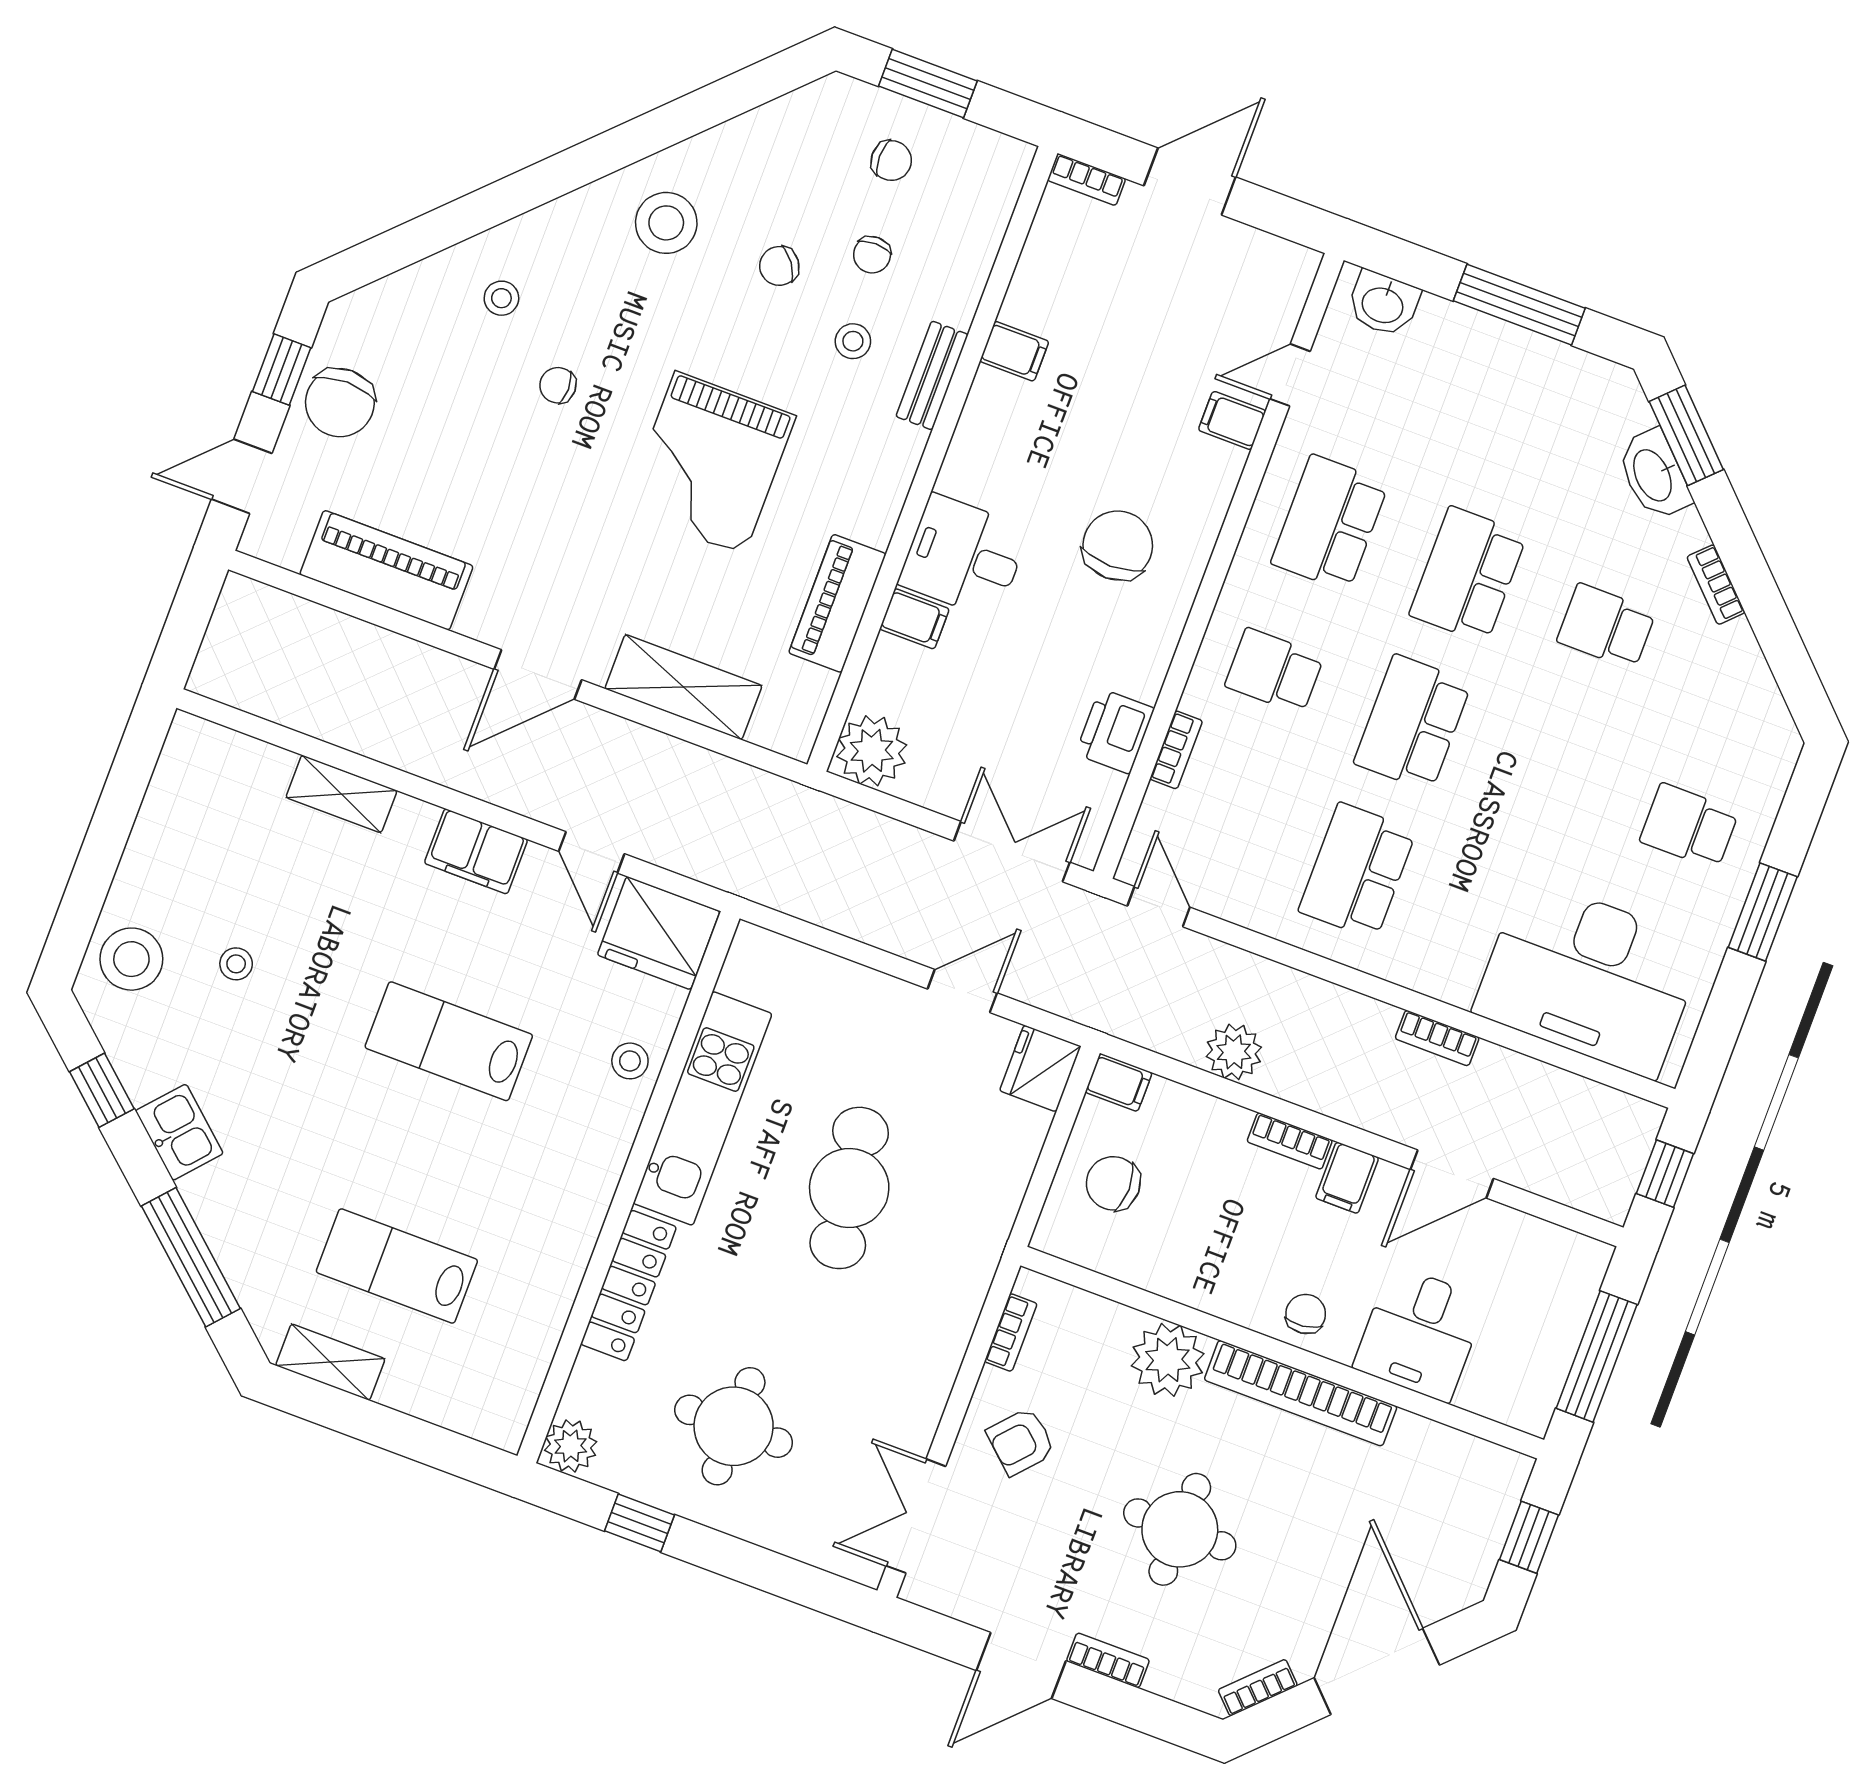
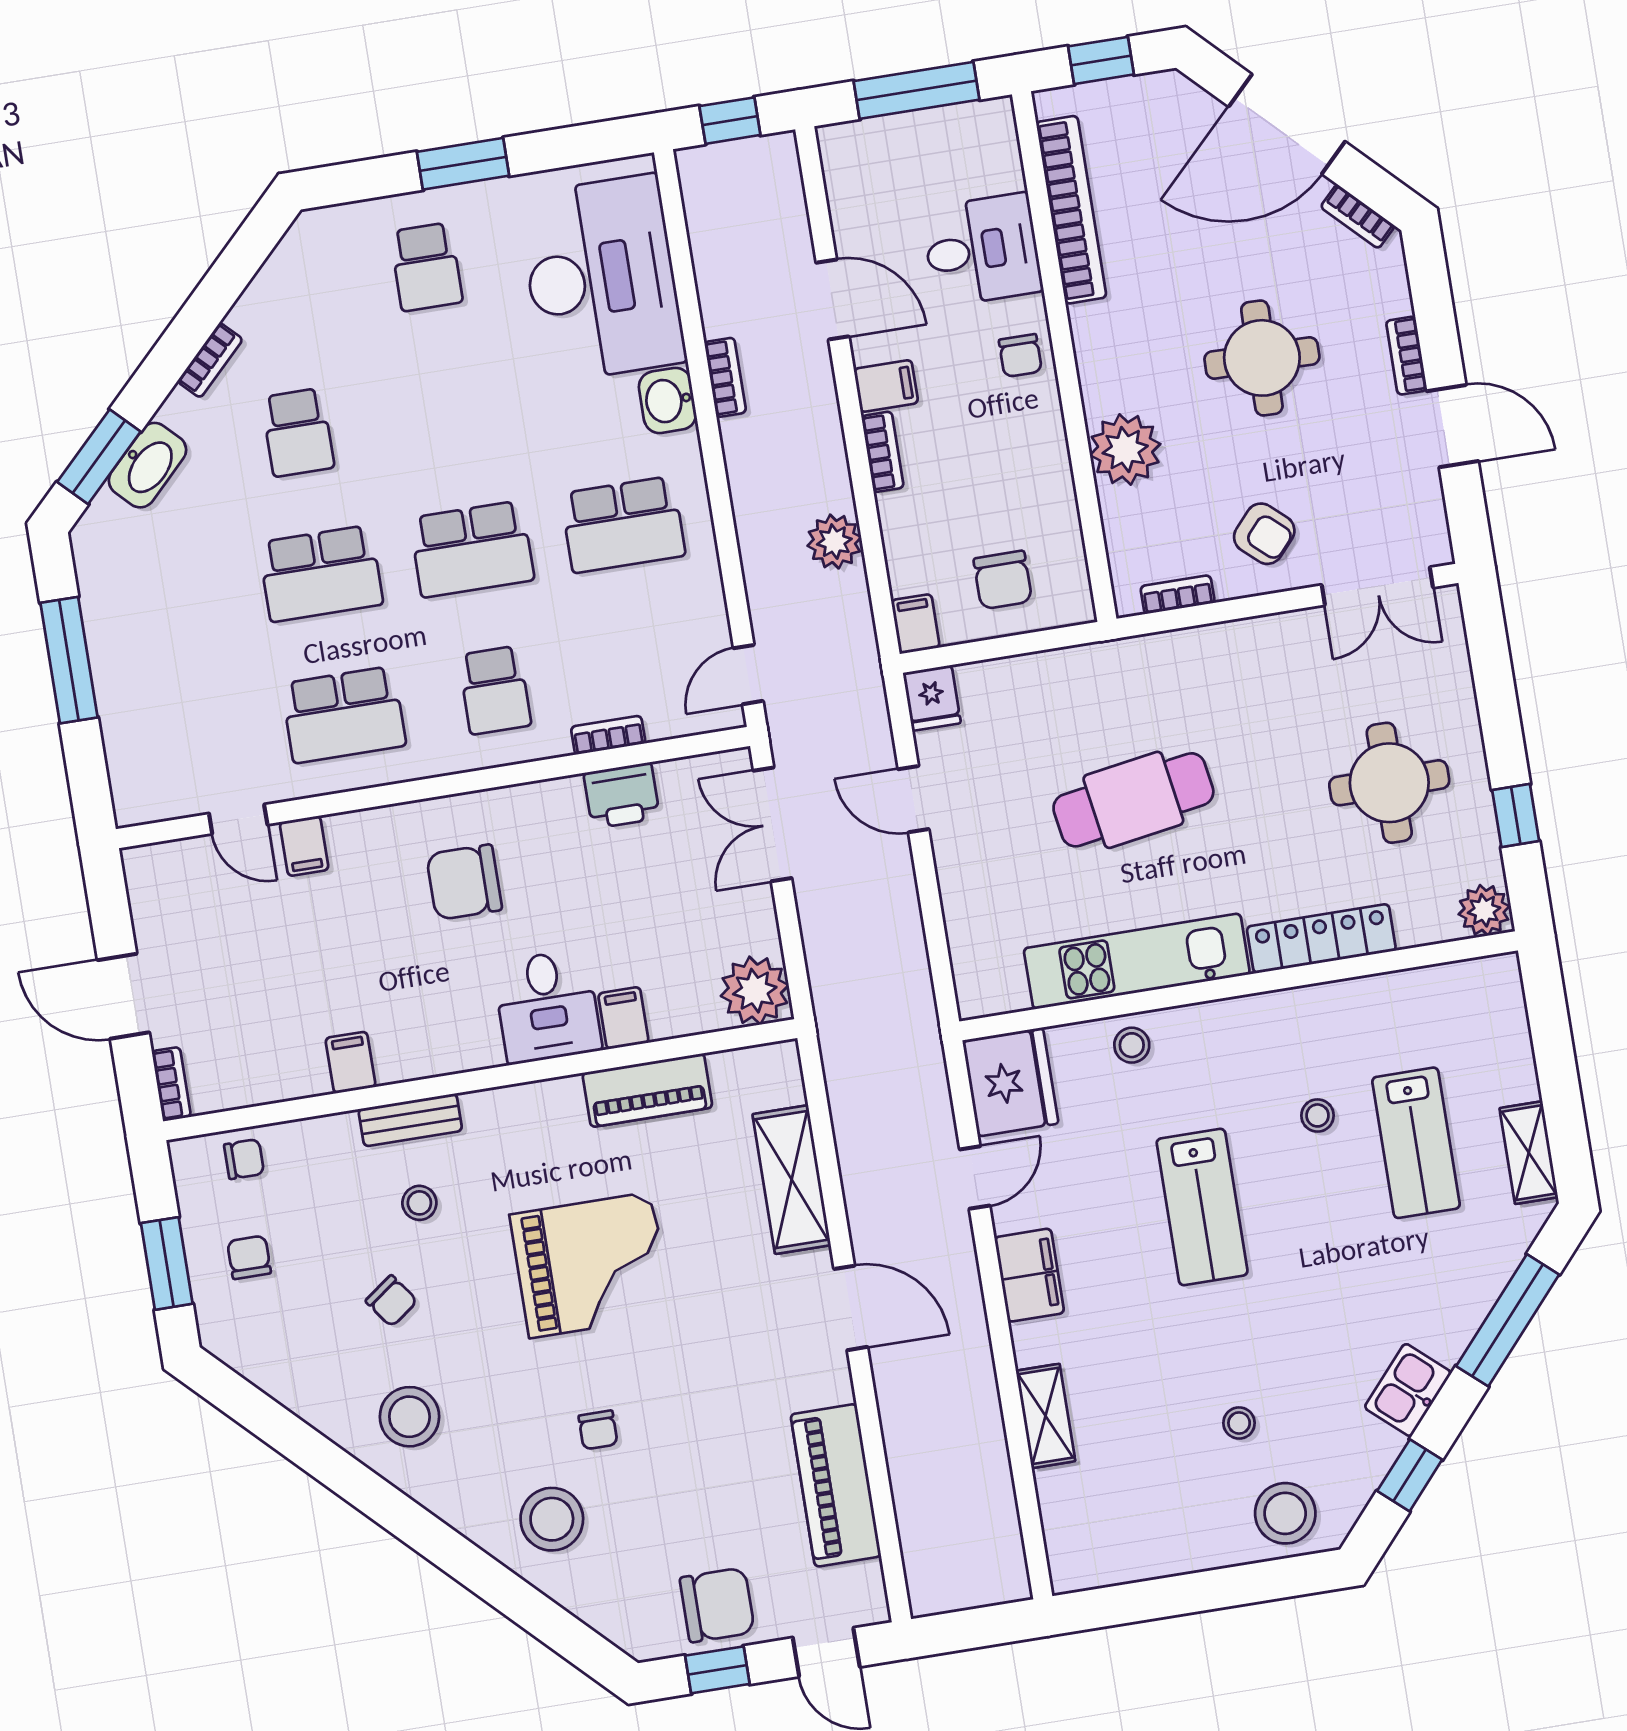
chair: (872, 255) -> (244, 1159), moved
stool: (501, 298) -> (552, 1519), width x1.89, depth x1.89
washbasin: (1383, 304) -> (668, 400), moved, turned 180
fridge: (1040, 1068) -> (932, 698), width x0.72
stool: (472, 1192) -> (1318, 1115), added
chair: (1306, 1314) -> (1020, 356), turned -83
bookcase: (1301, 1393) -> (1071, 210), moved

